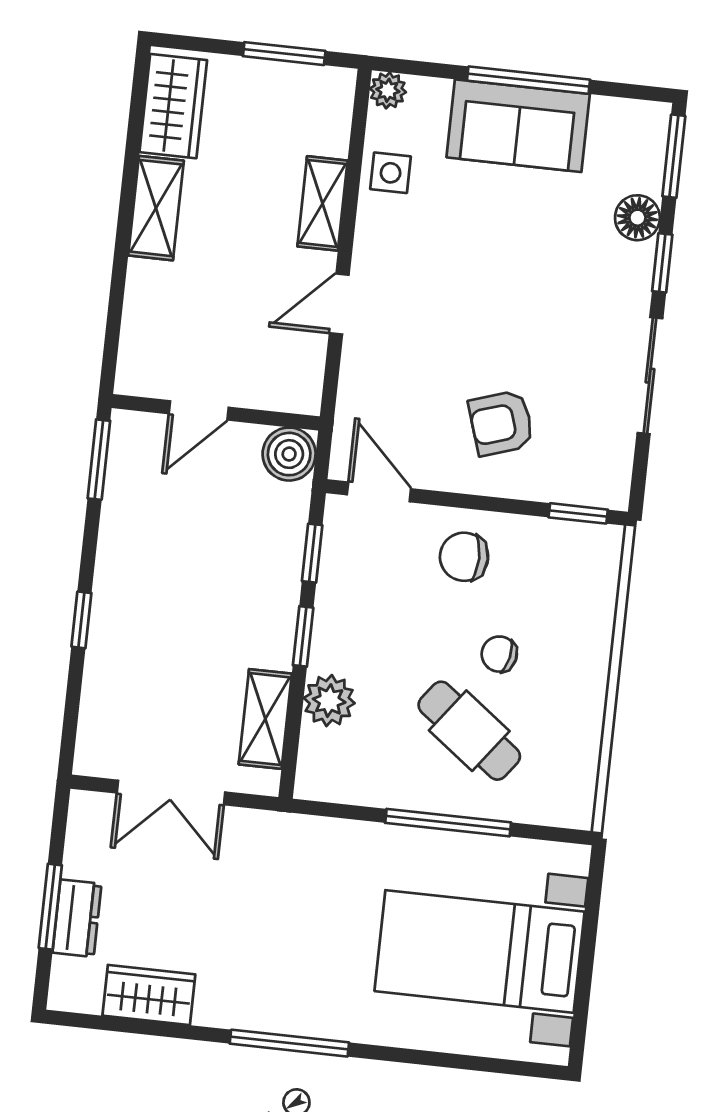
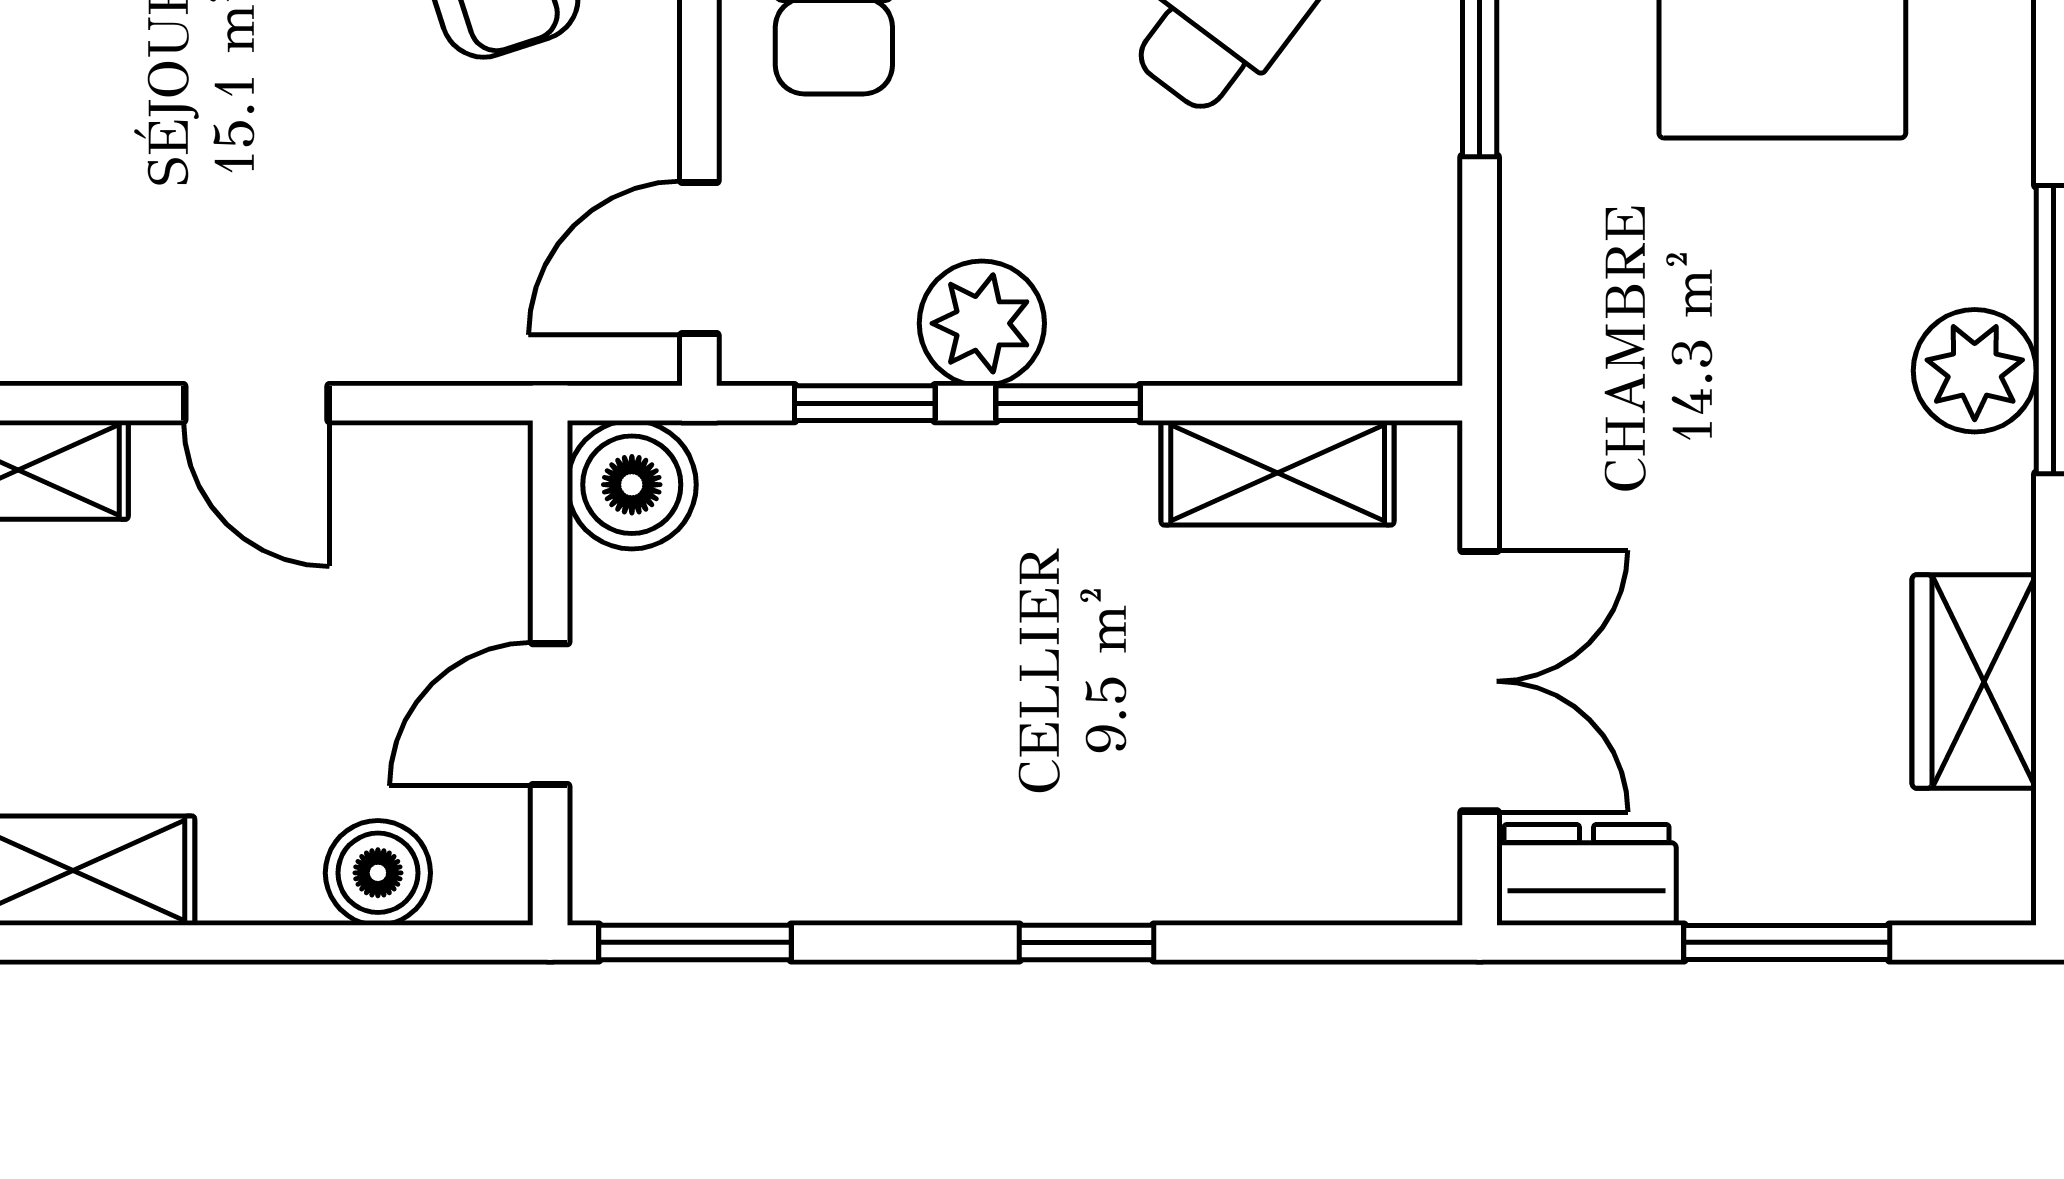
boiler: (141, 333) -> (378, 873), added
door: (199, 410) -> (550, 714), swing flipped
plant: (329, 701) -> (982, 323), moved
dresser: (77, 918) -> (1586, 875), moved
plant: (276, 1009) -> (1975, 371), added

